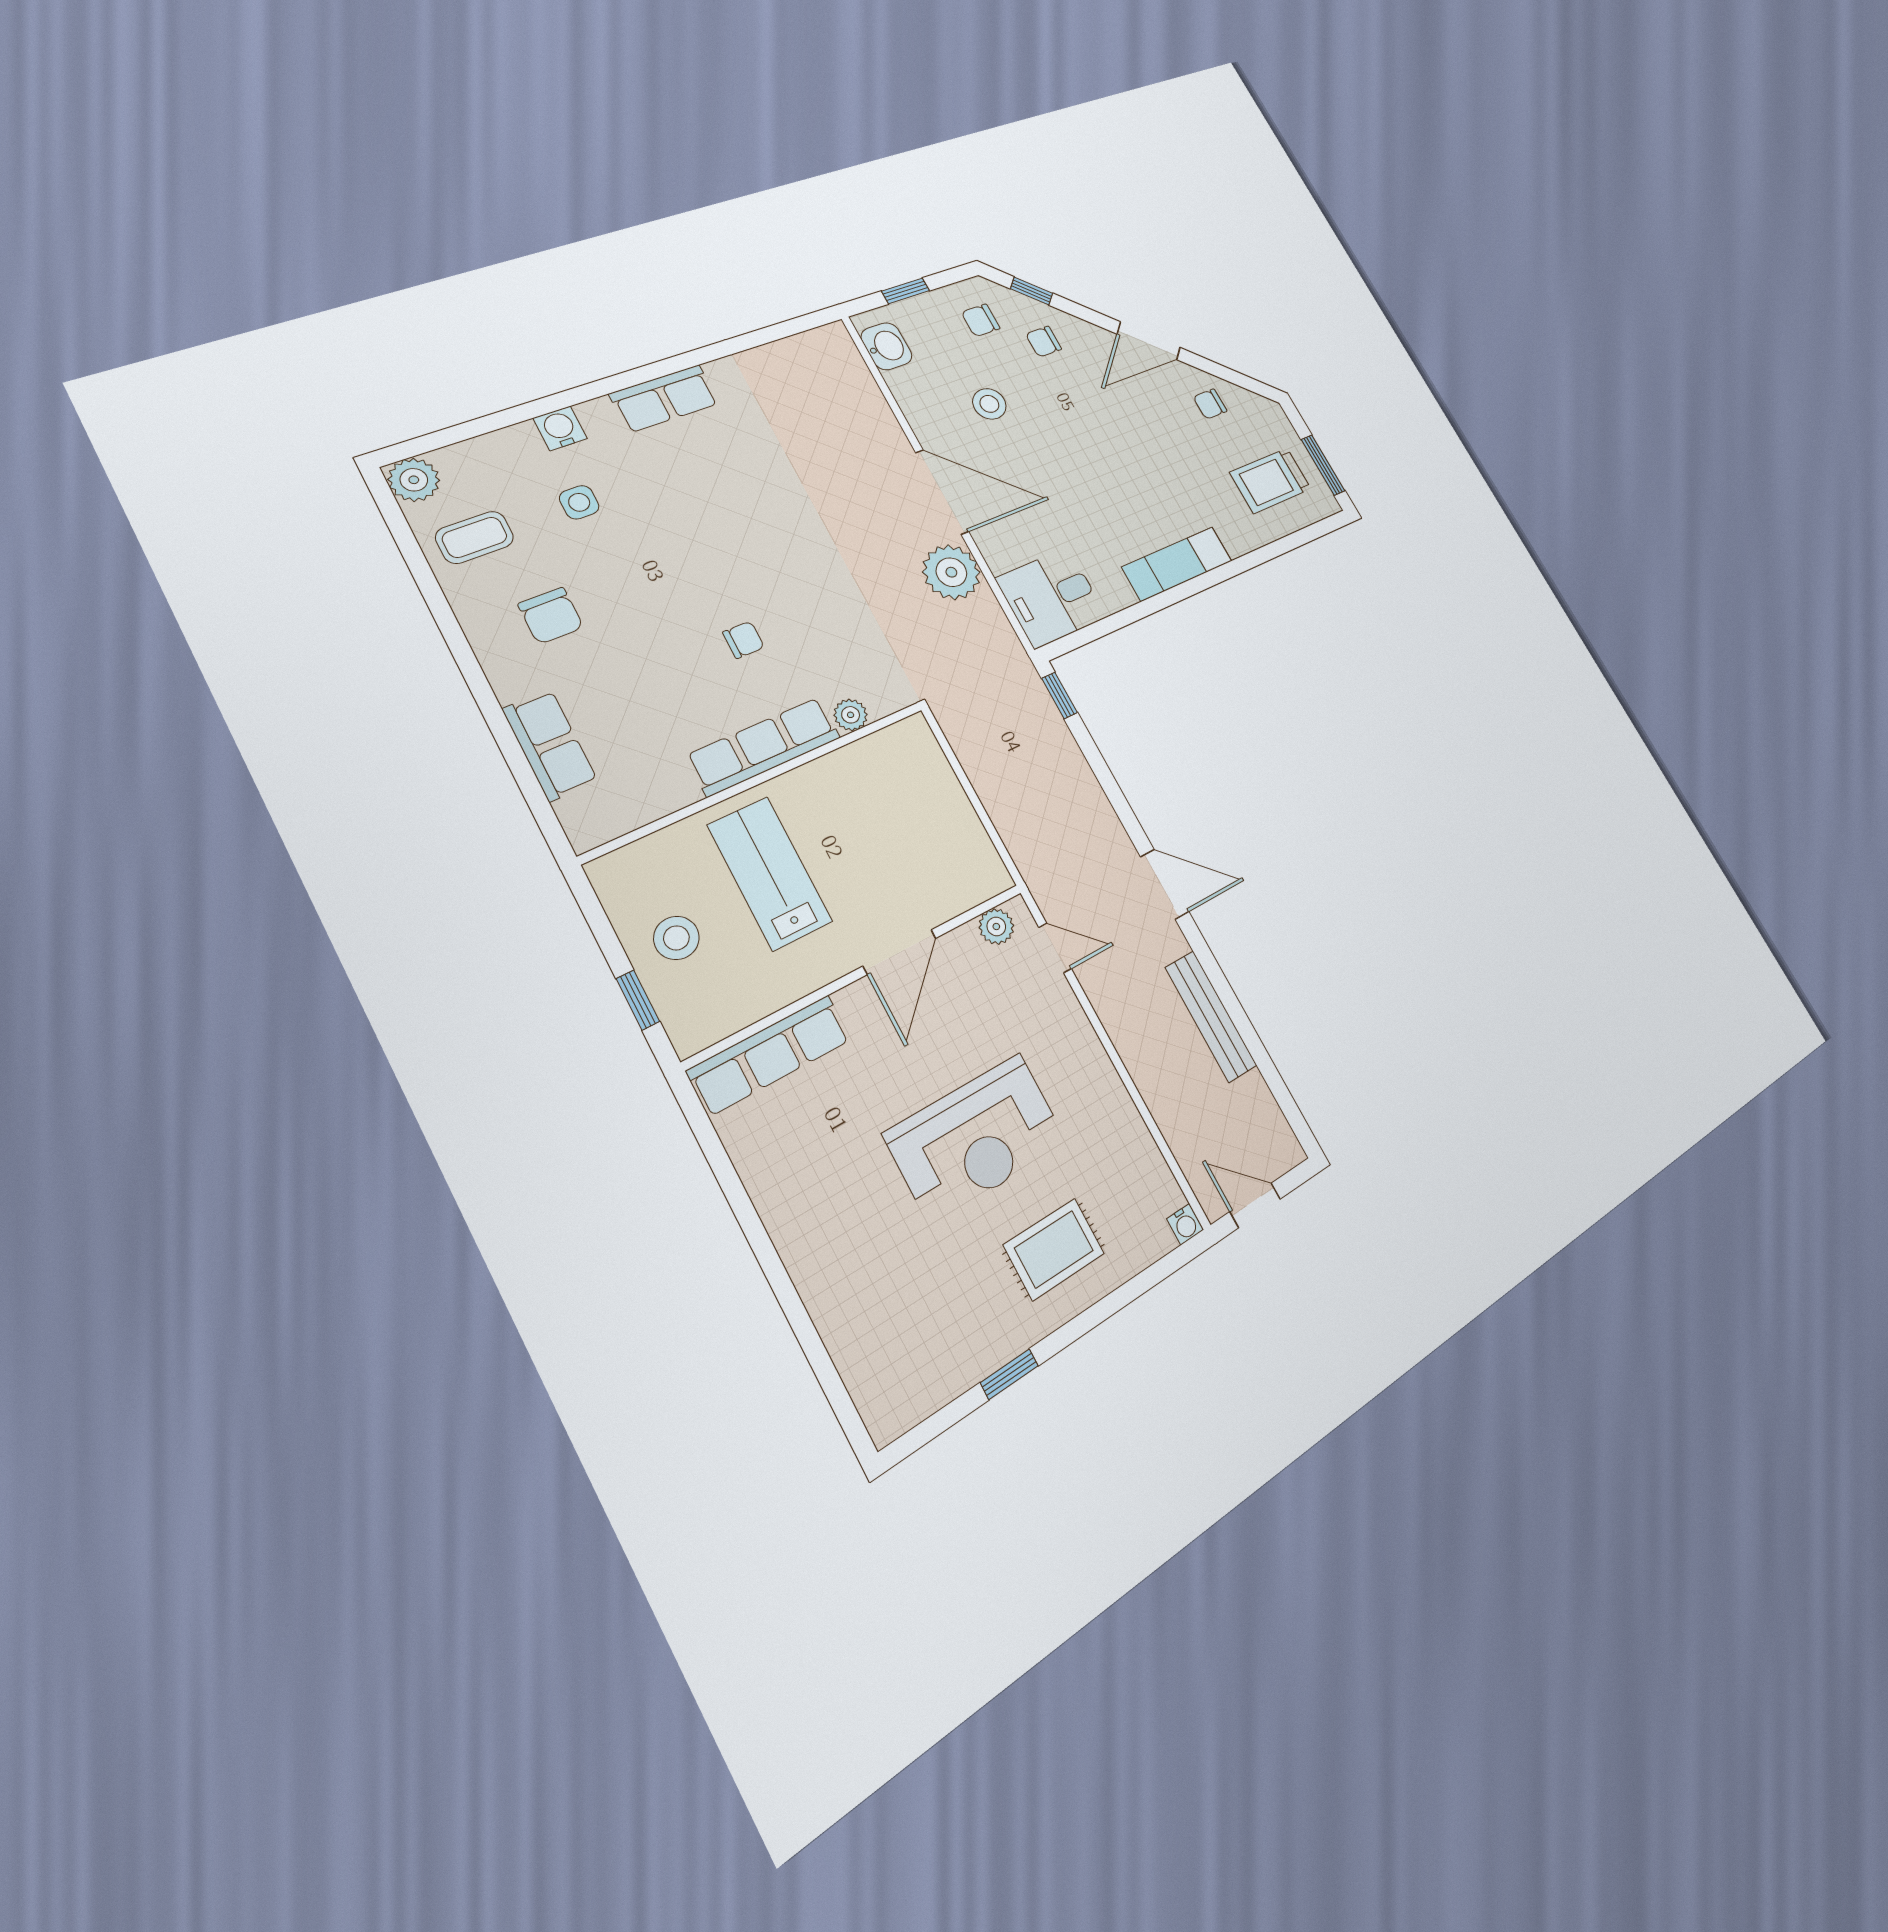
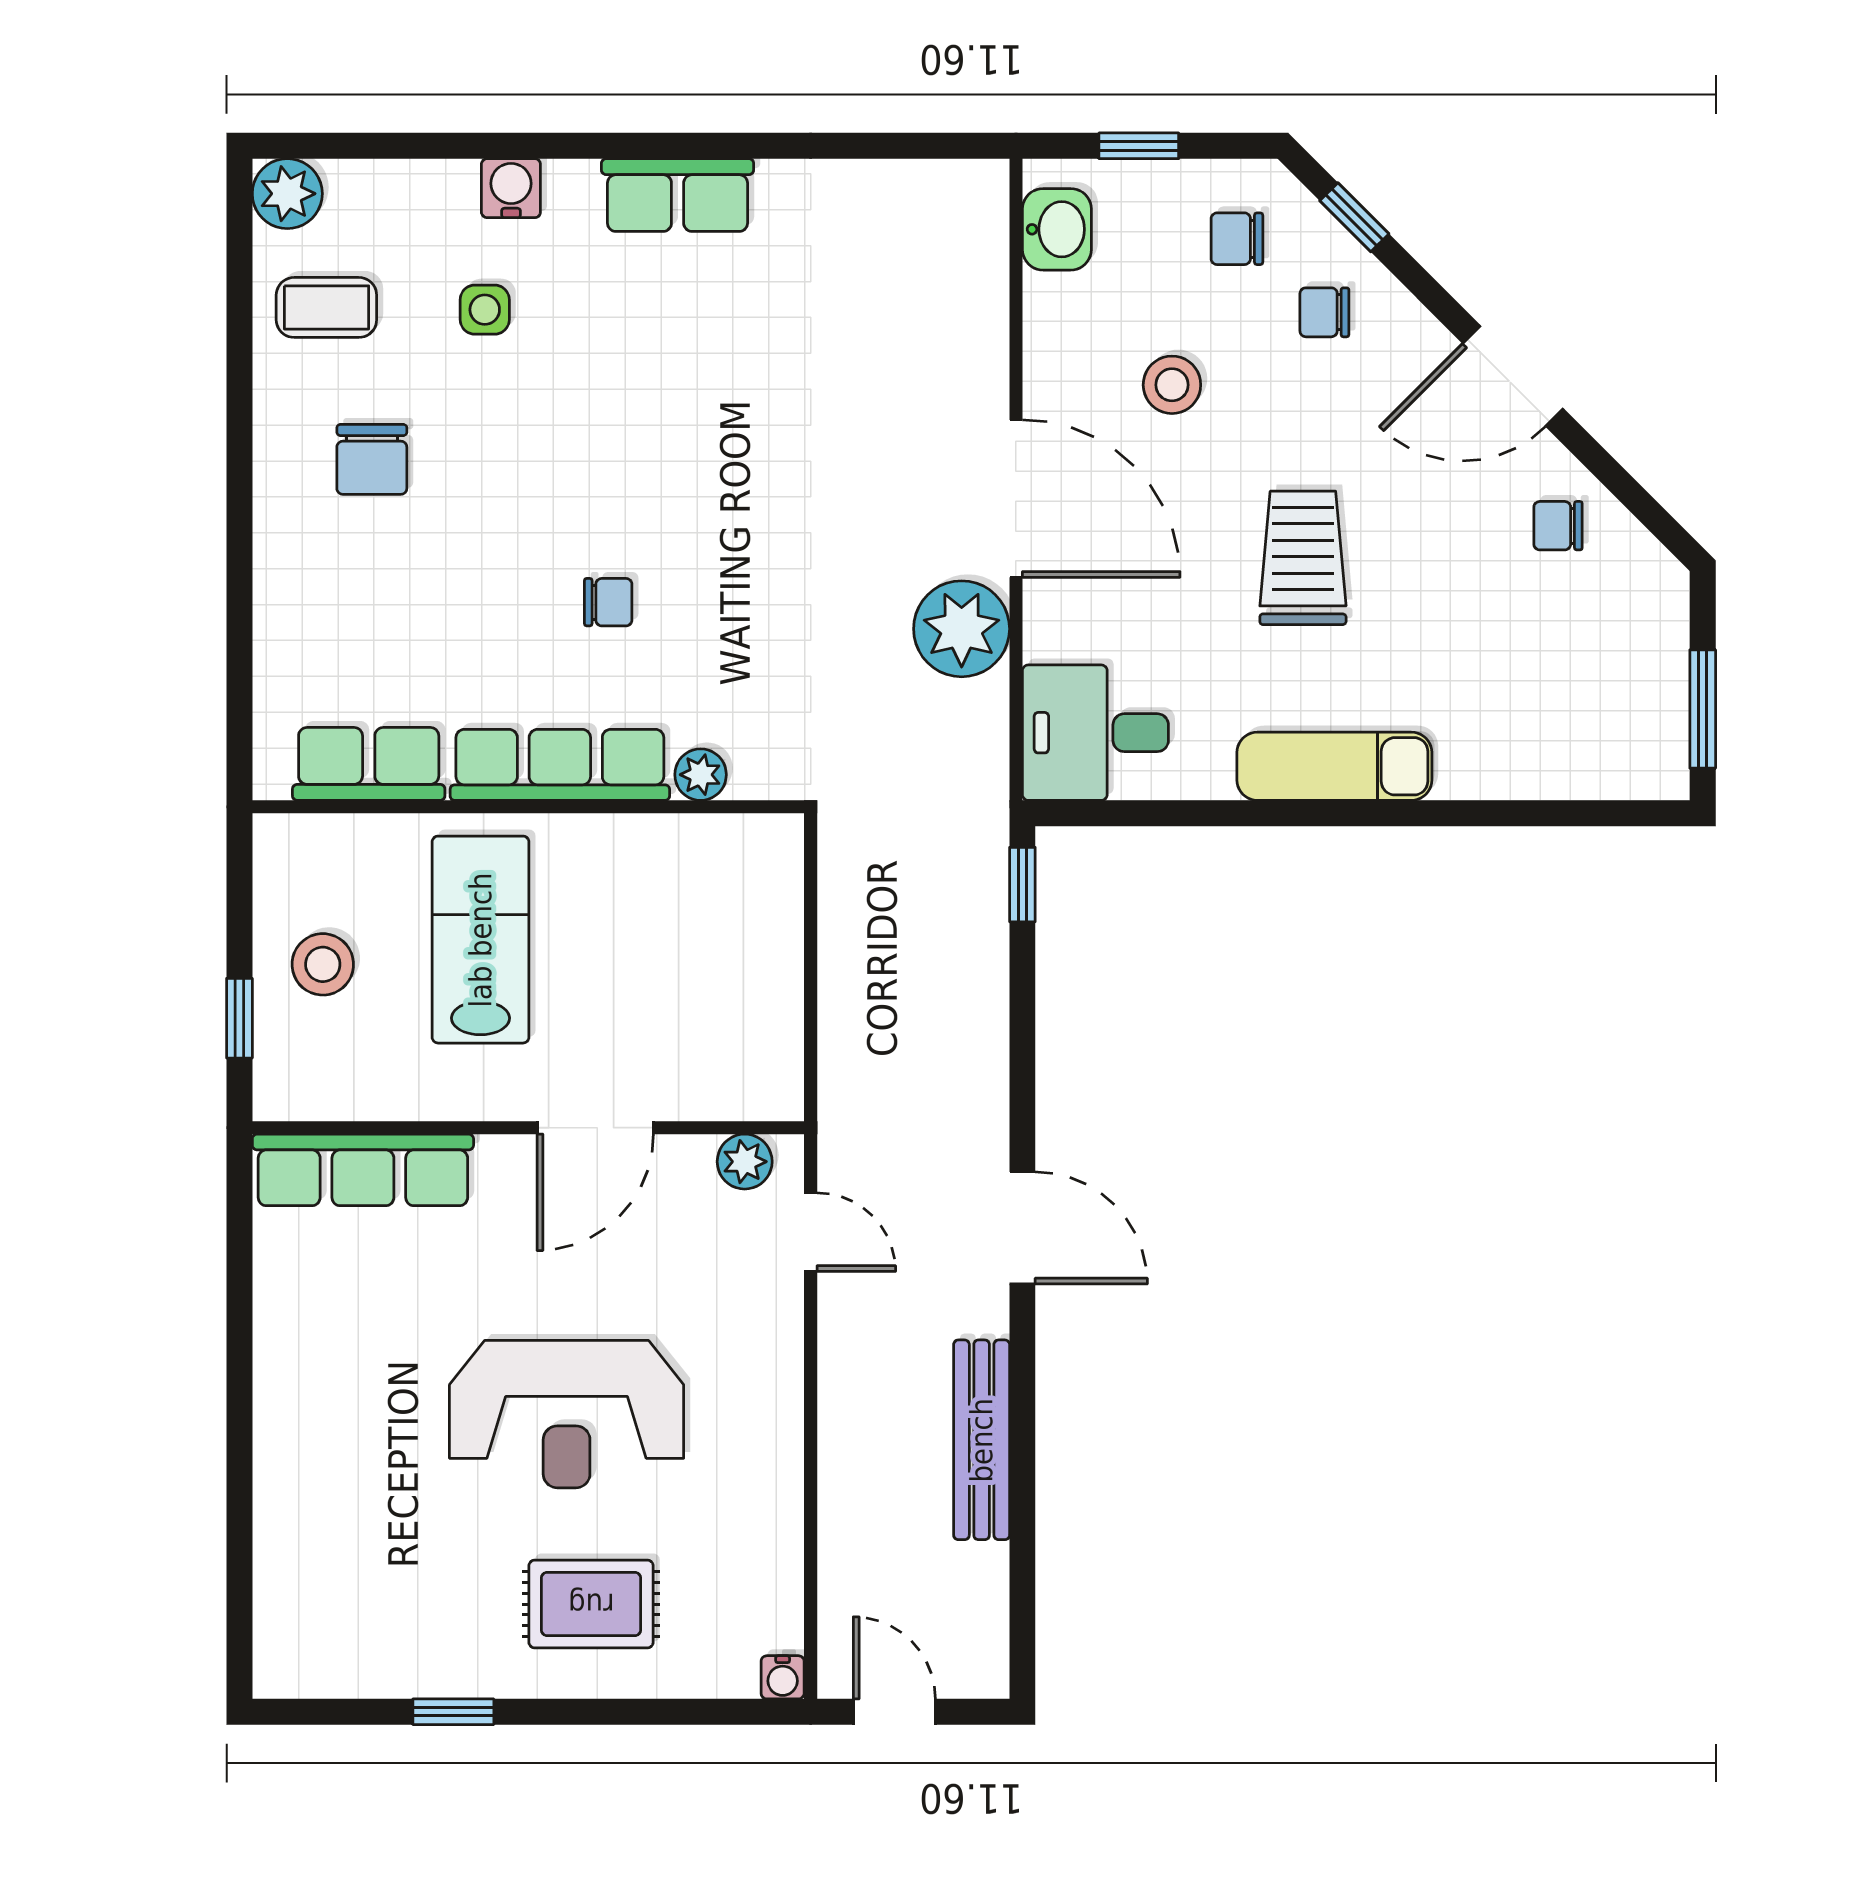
trolley: (1270, 481) -> (1303, 558), moved, turned 90
row of seats: (550, 745) -> (369, 764), moved, turned -90

